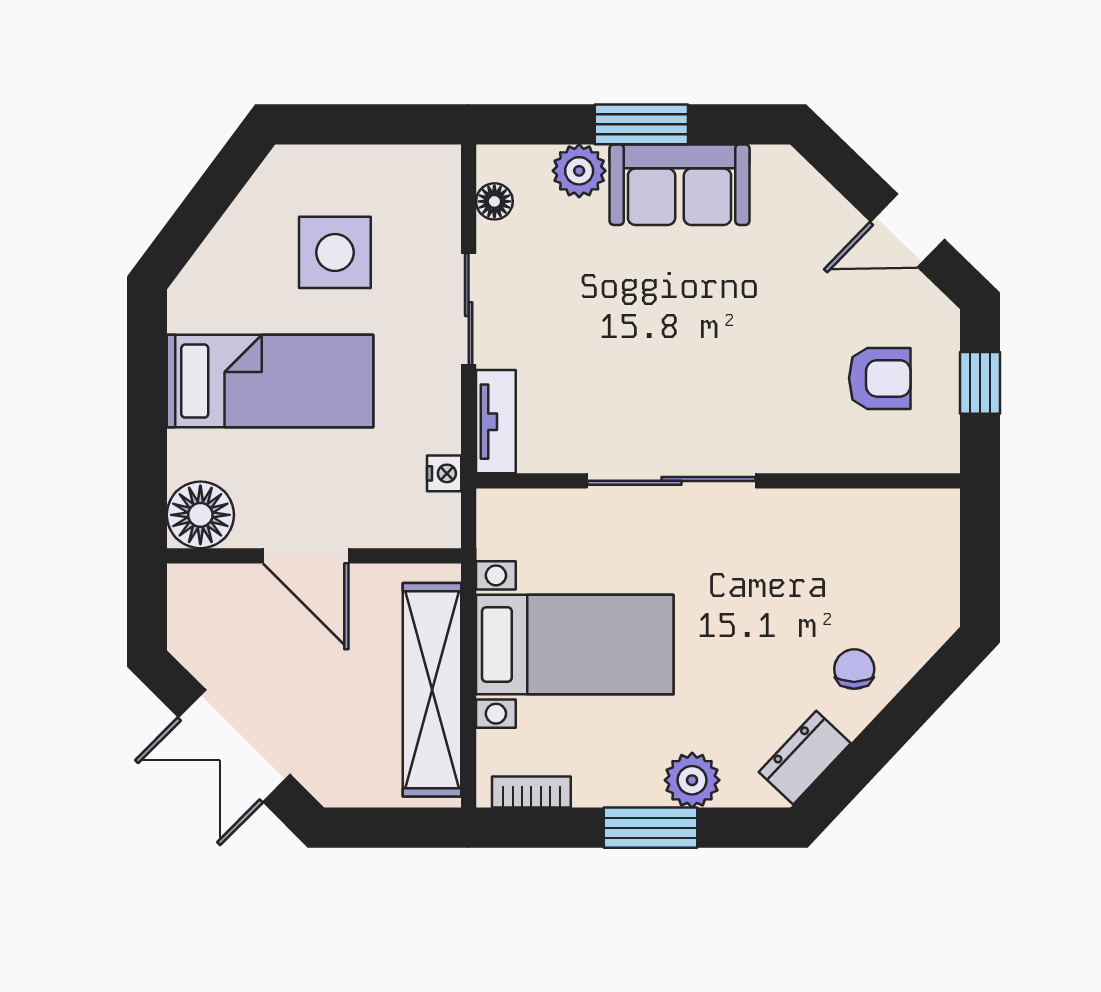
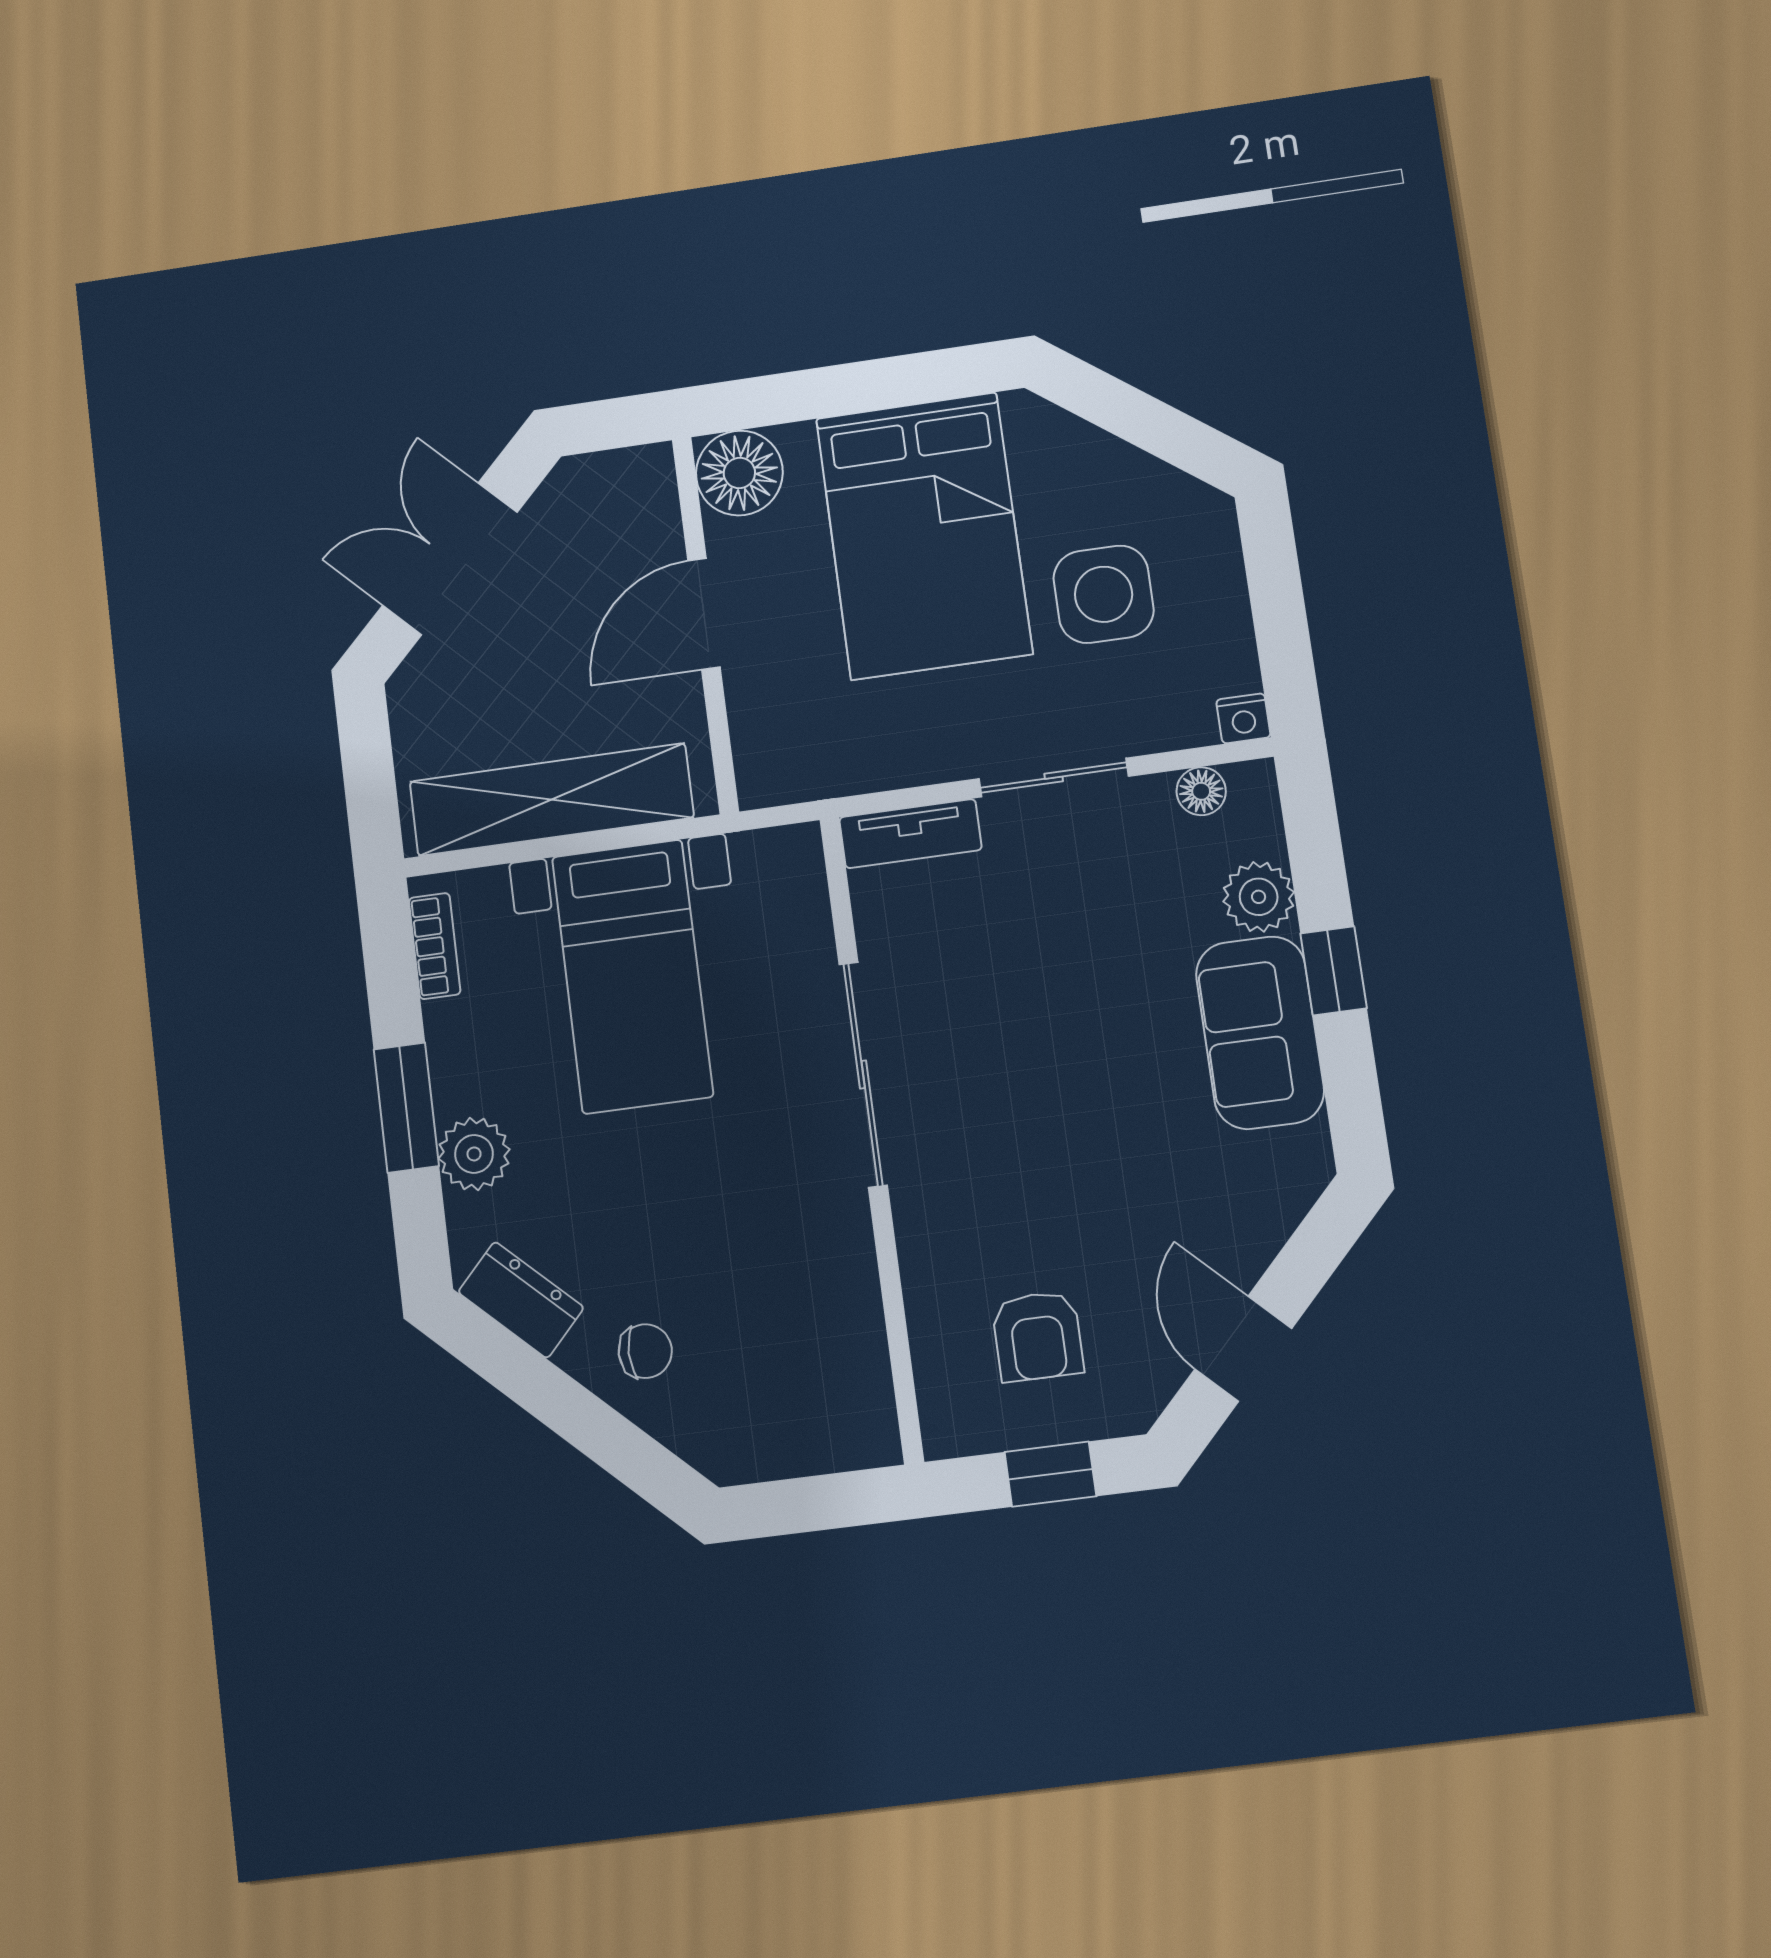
window: (641, 124) -> (1334, 971), width x0.67
bed: (270, 381) -> (924, 536), width x1.50
nightstand: (444, 473) -> (1243, 718), moved

